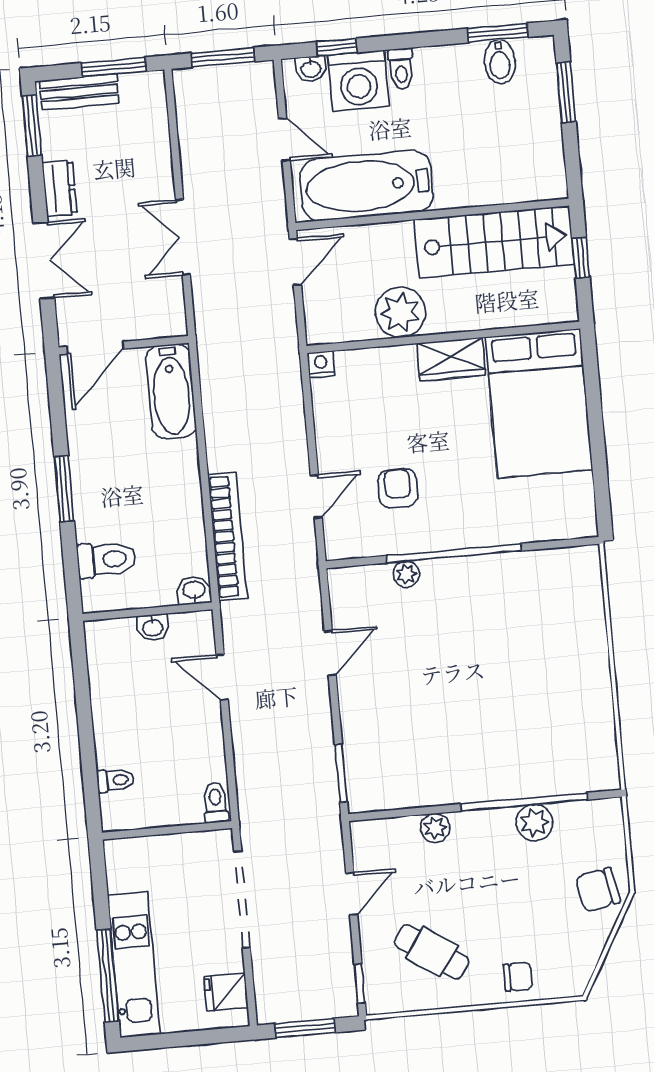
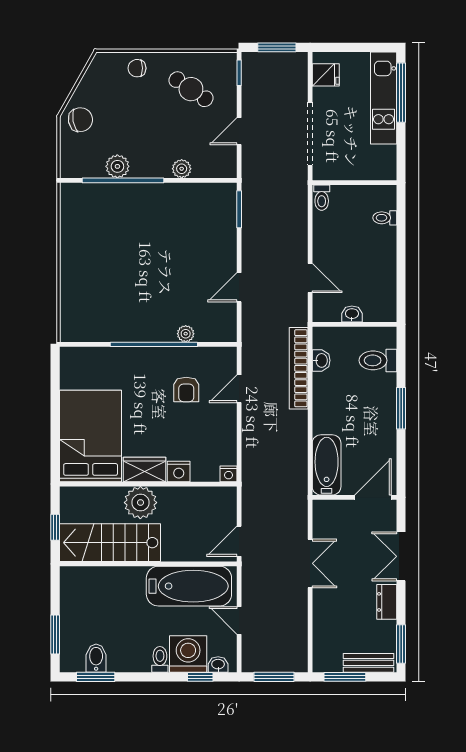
plant: (400, 312) -> (140, 503), moved
nightstand: (398, 361) -> (179, 471), added
washbasin: (194, 590) -> (321, 360), moved, turned -90

